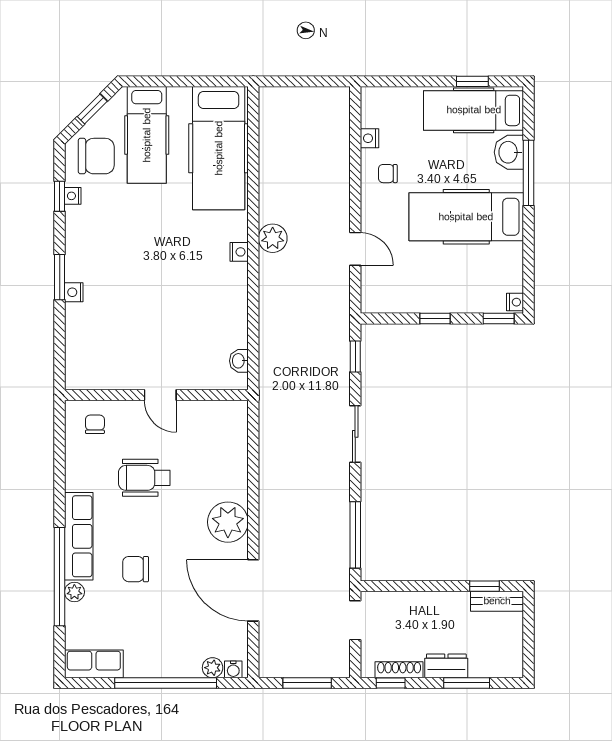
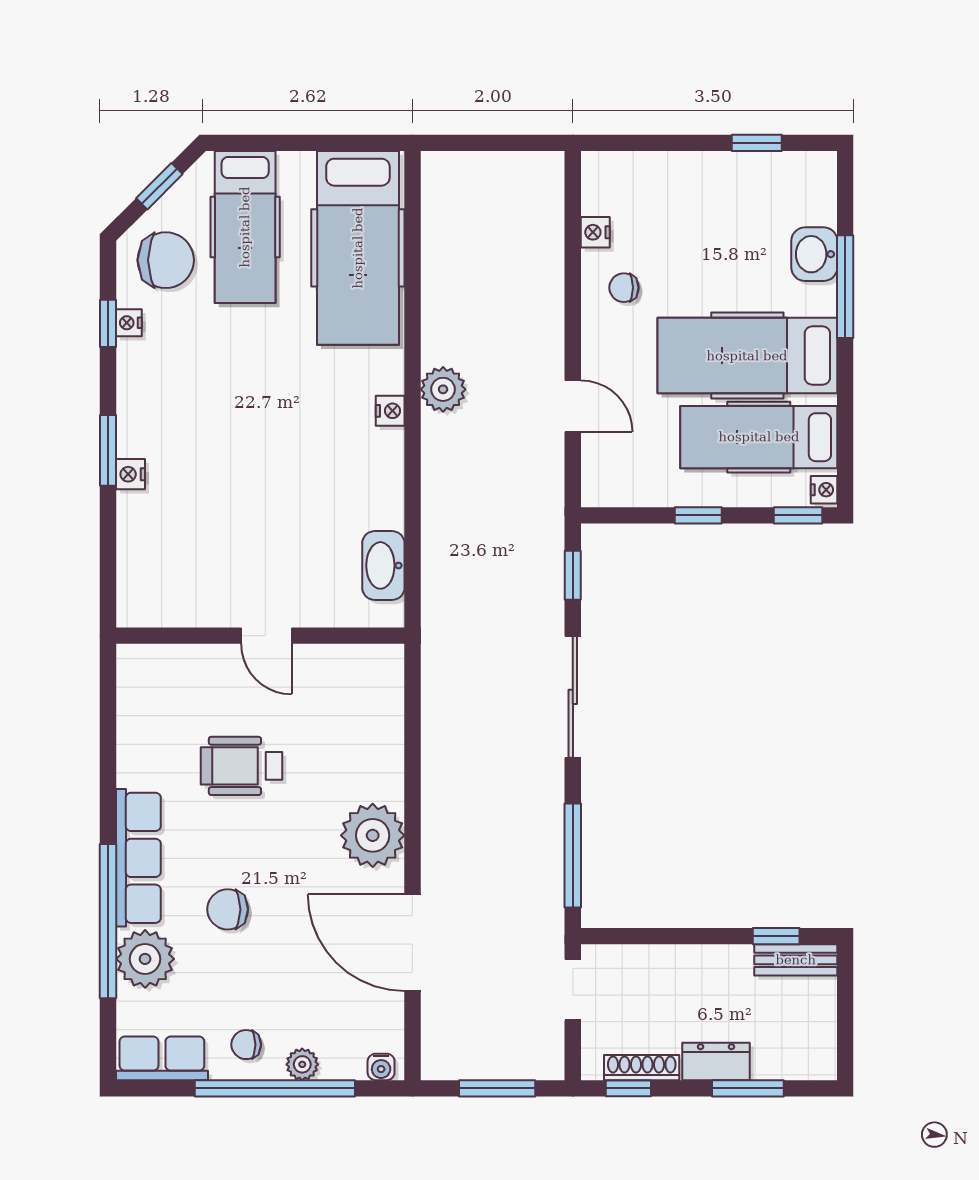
hospital bed: (474, 110) -> (759, 437), moved
washbasin: (239, 361) -> (383, 565), width x1.91, depth x1.45
chair: (95, 424) -> (246, 1045), moved, turned -90
sliding door: (355, 434) -> (573, 697), width x1.37
plant: (74, 592) -> (145, 959), width x1.88, depth x1.88
plant: (213, 668) -> (302, 1064), moved

